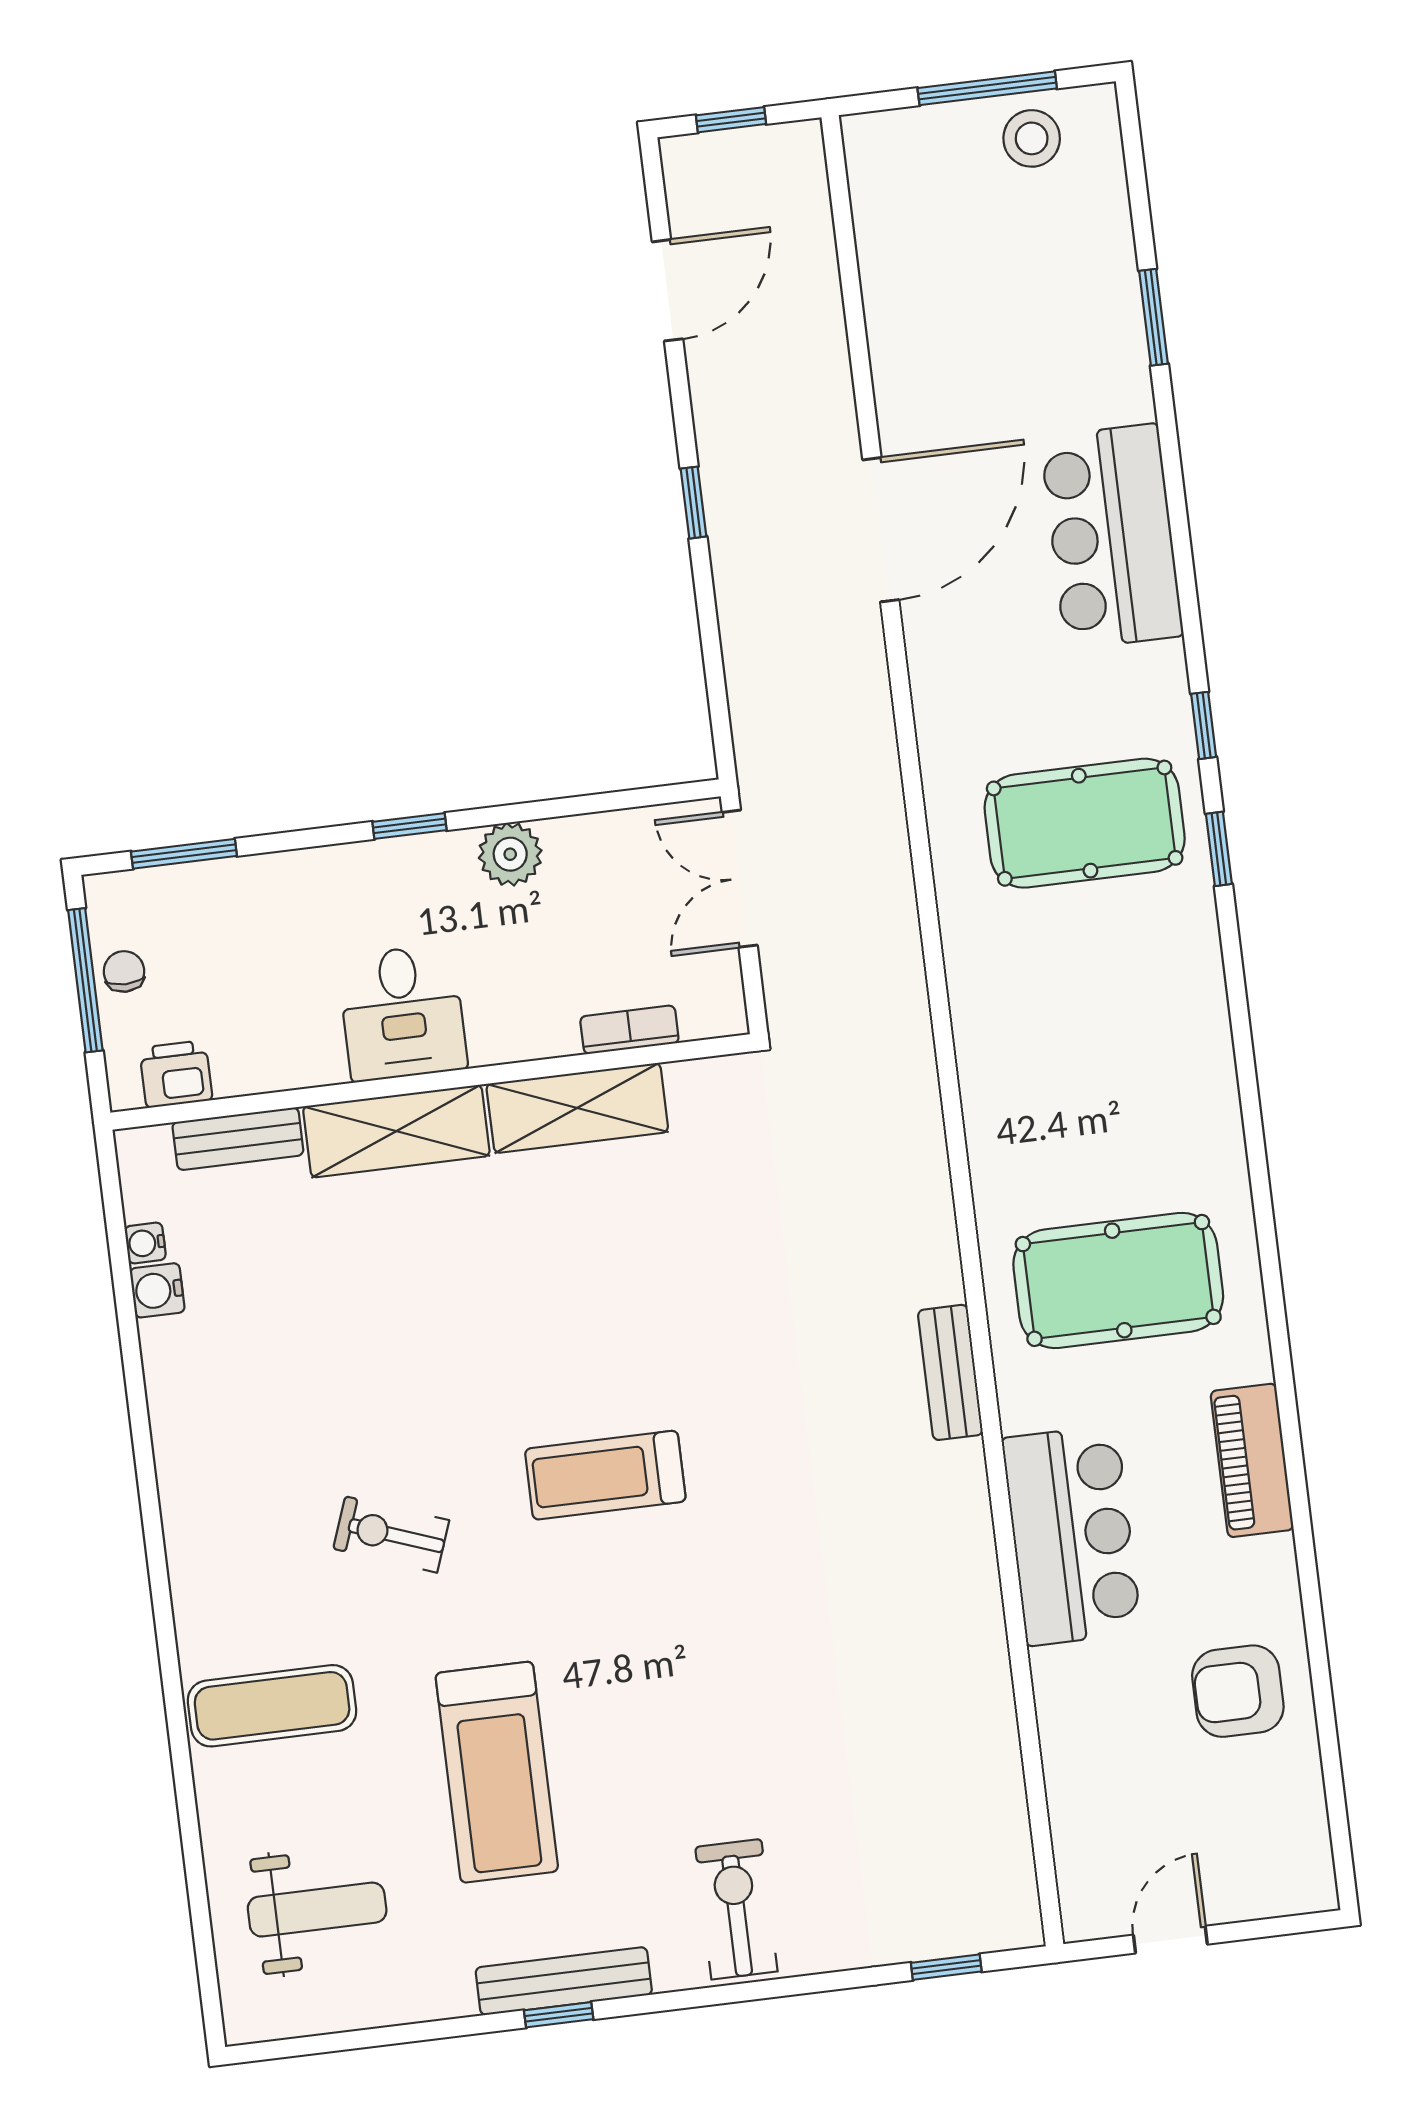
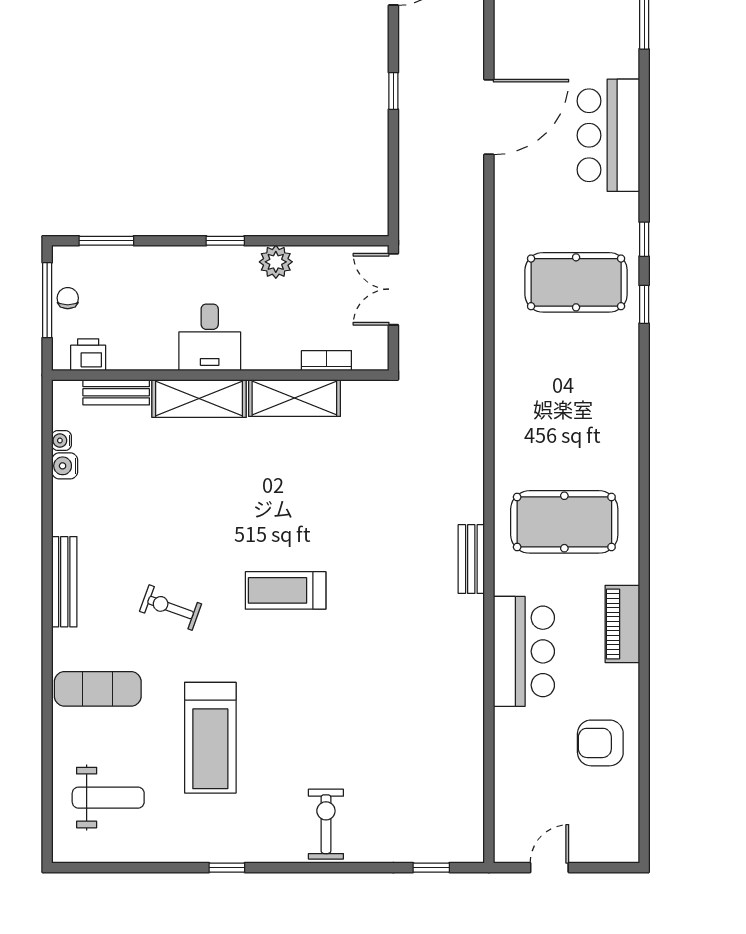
bench: (564, 1981) -> (64, 582), moved, turned 90

